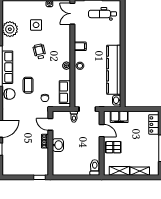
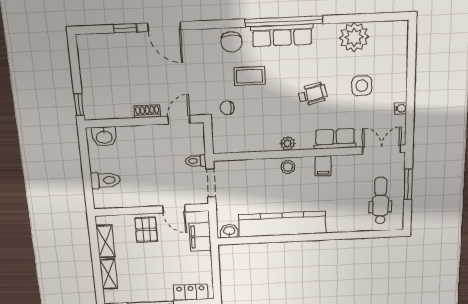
row of seats: (65, 92) -> (335, 139), moved
door: (102, 131) -> (174, 209), hinge flipped
washbasin: (58, 145) -> (104, 137), moved
toilet: (95, 167) -> (105, 180), moved

